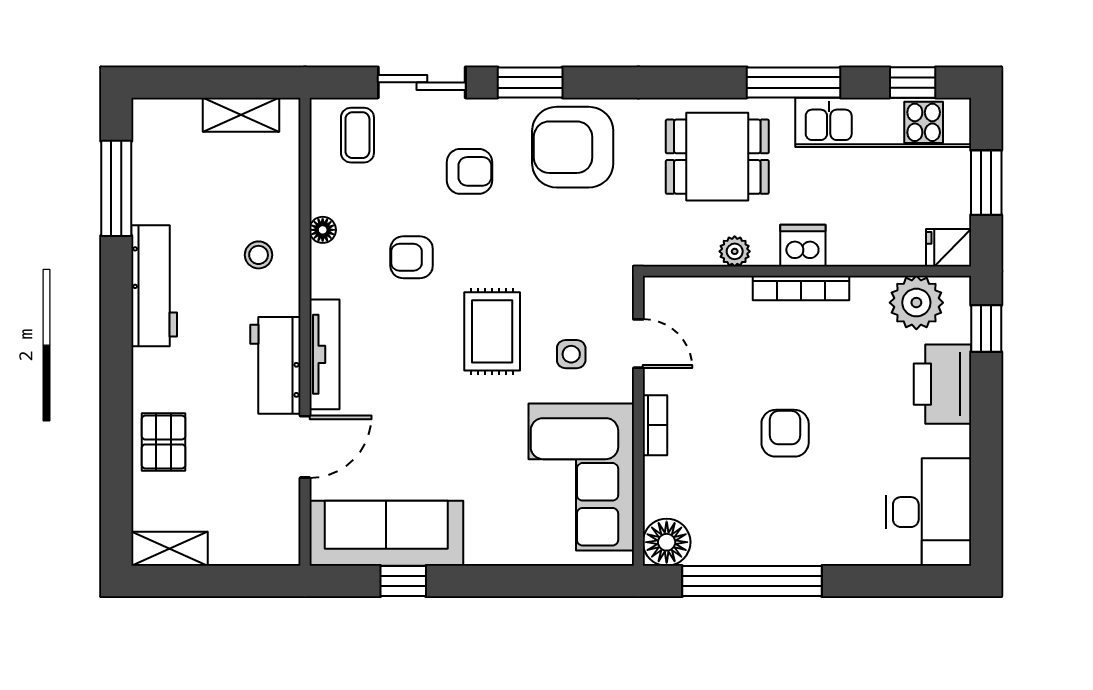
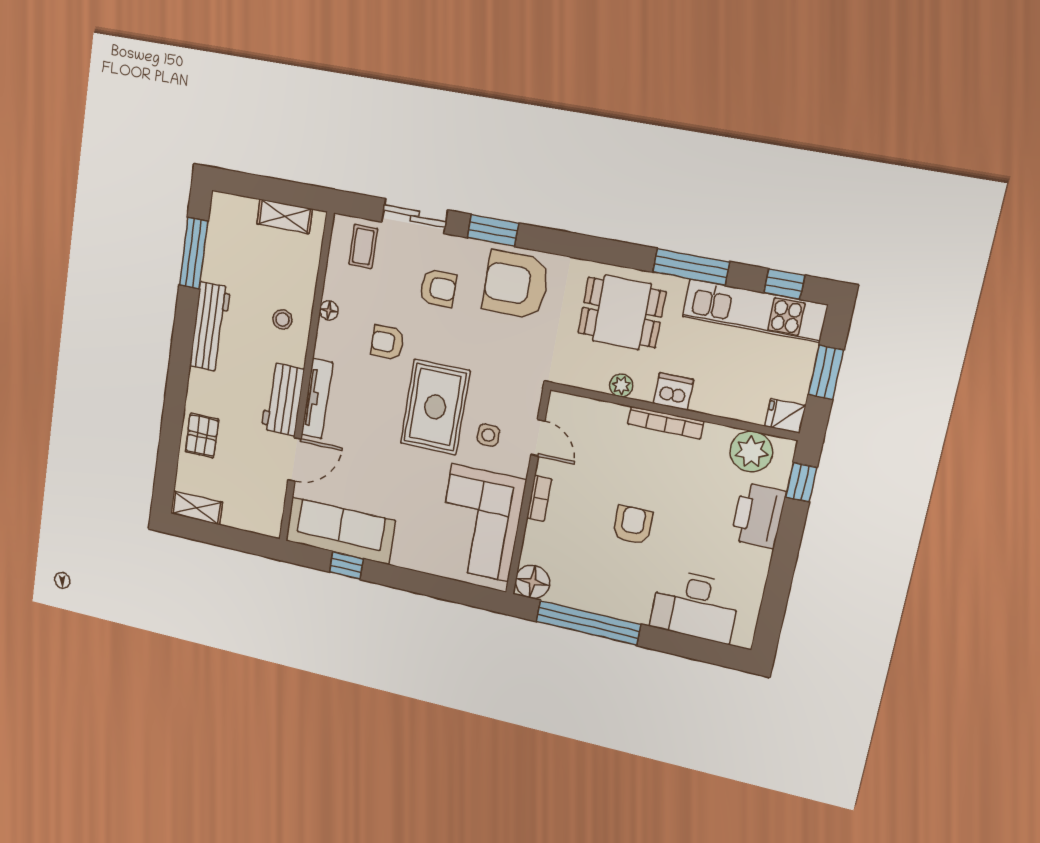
rug: (492, 331) -> (435, 407), width x1.36, depth x1.43
desk: (929, 512) -> (695, 606), moved, turned 90

